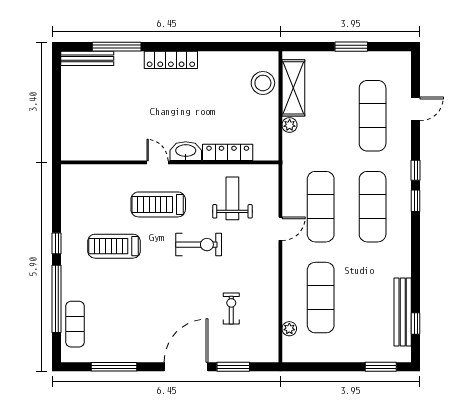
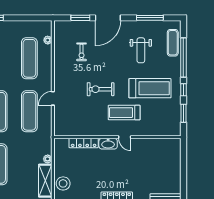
weight bench: (232, 198) -> (141, 50), moved
window: (57, 203) -> (183, 113), added
treadmill: (158, 204) -> (124, 113), turned 180
treadmill: (114, 246) -> (150, 88), width x1.37, depth x1.38

